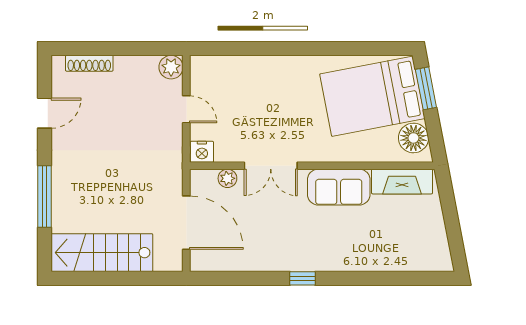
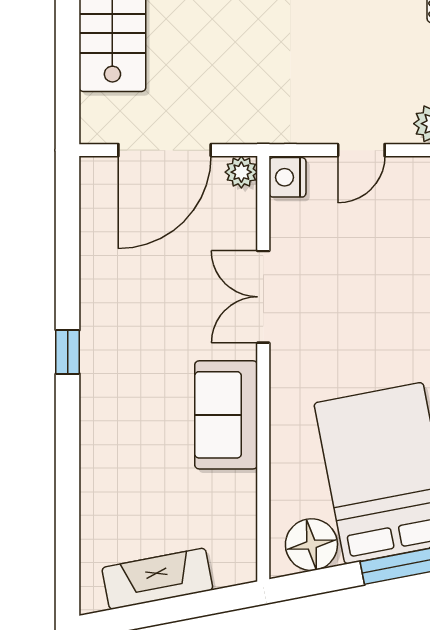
plant: (227, 178) -> (241, 172), moved
fireplace: (402, 182) -> (157, 579), moved, turned 79

